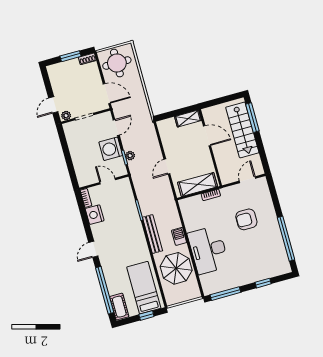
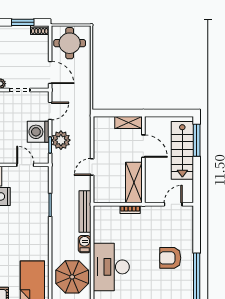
plant: (130, 156) -> (61, 140), width x1.87, depth x1.87
shelving: (198, 184) -> (134, 183), moved, turned 90
armchair: (246, 219) -> (170, 258), moved
bench: (153, 234) -> (85, 211), moved

